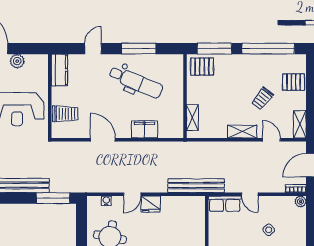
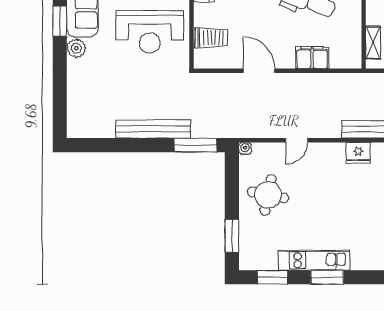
water cooler: (106, 201) -> (245, 149), moved
fridge: (151, 204) -> (358, 153), moved

